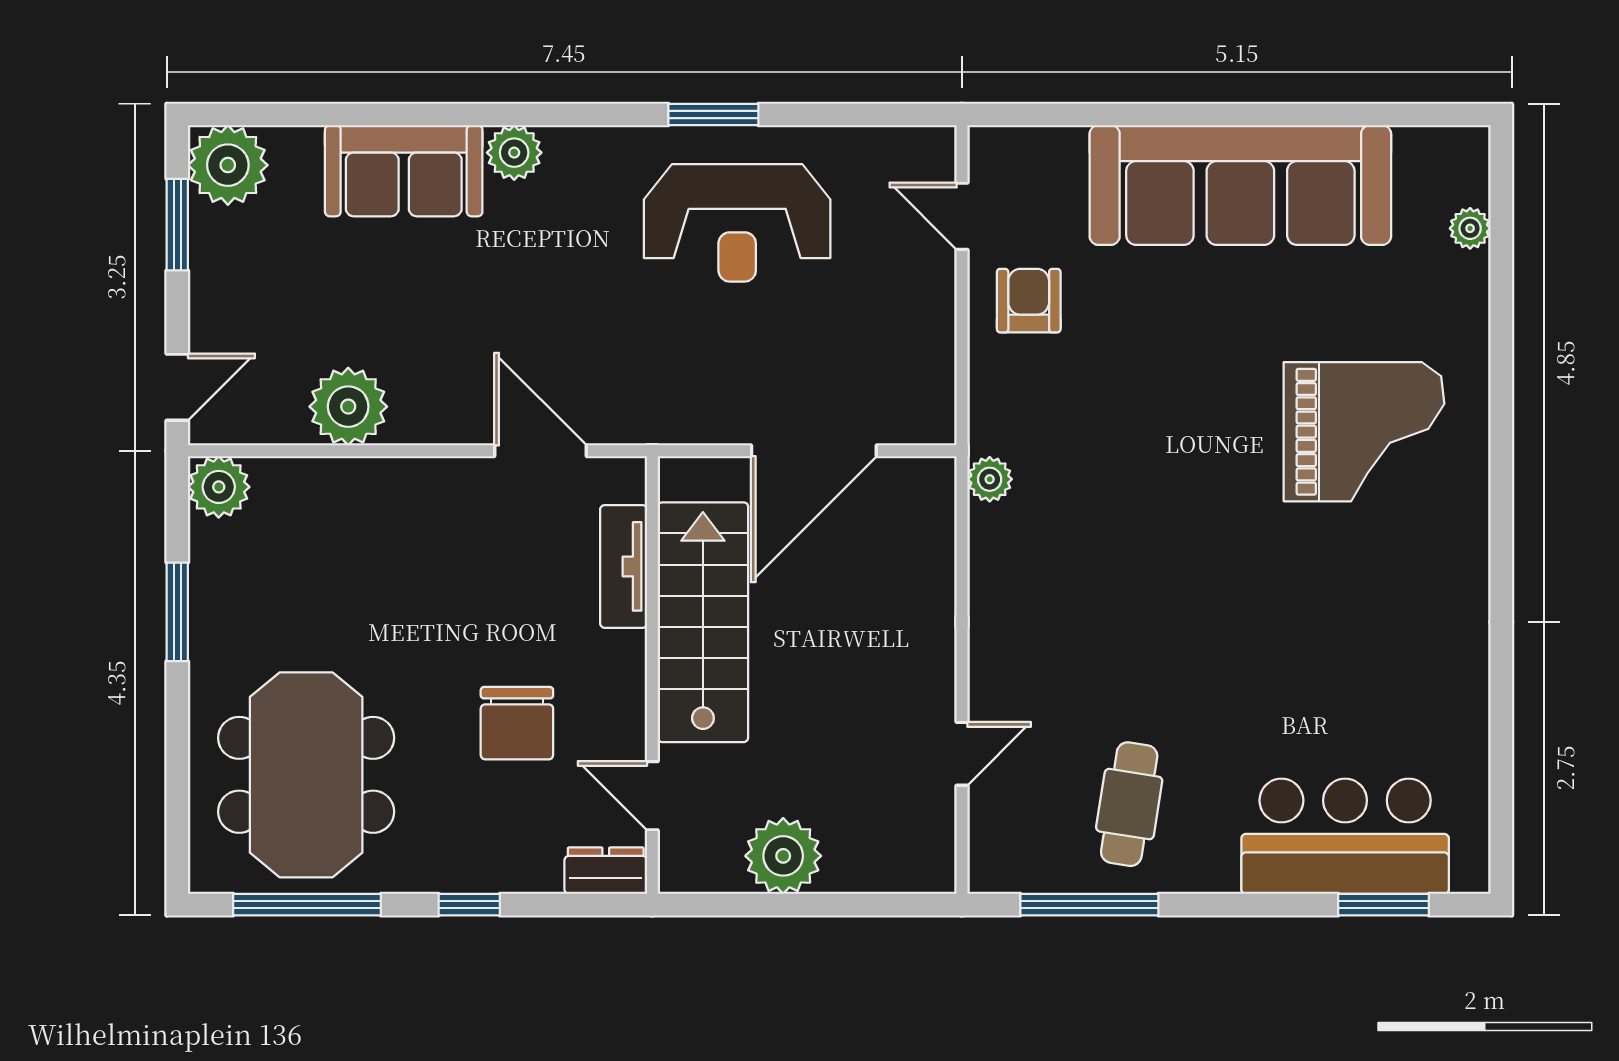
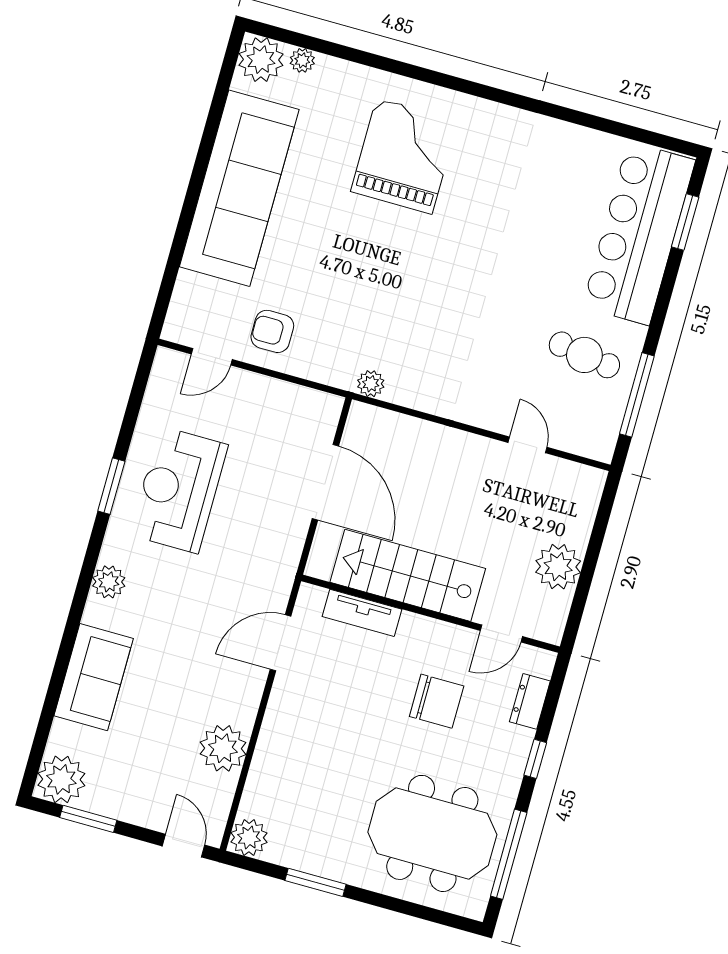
plant: (514, 153) -> (109, 582), moved
plant: (1453, 163) -> (261, 60), added
reception desk: (737, 223) -> (179, 490), turned 180
bar counter: (1345, 836) -> (639, 233), width x1.36
dresser: (606, 871) -> (530, 701), moved

